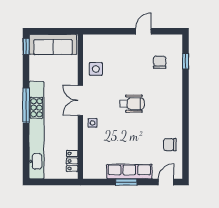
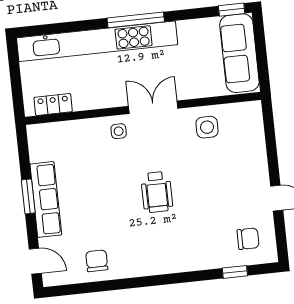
chair: (160, 62) -> (248, 239), moved

